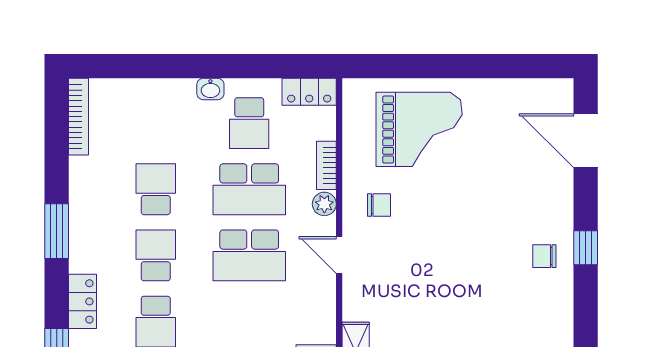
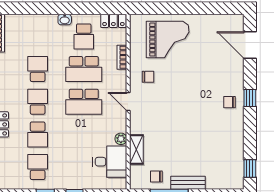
plant: (324, 204) -> (121, 139), moved

